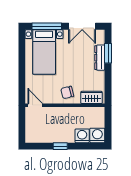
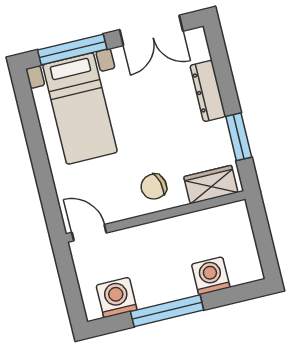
window: (108, 53) -> (239, 137), moved
washing machine: (97, 135) -> (117, 298), moved
window: (60, 146) -> (167, 311), width x2.17

